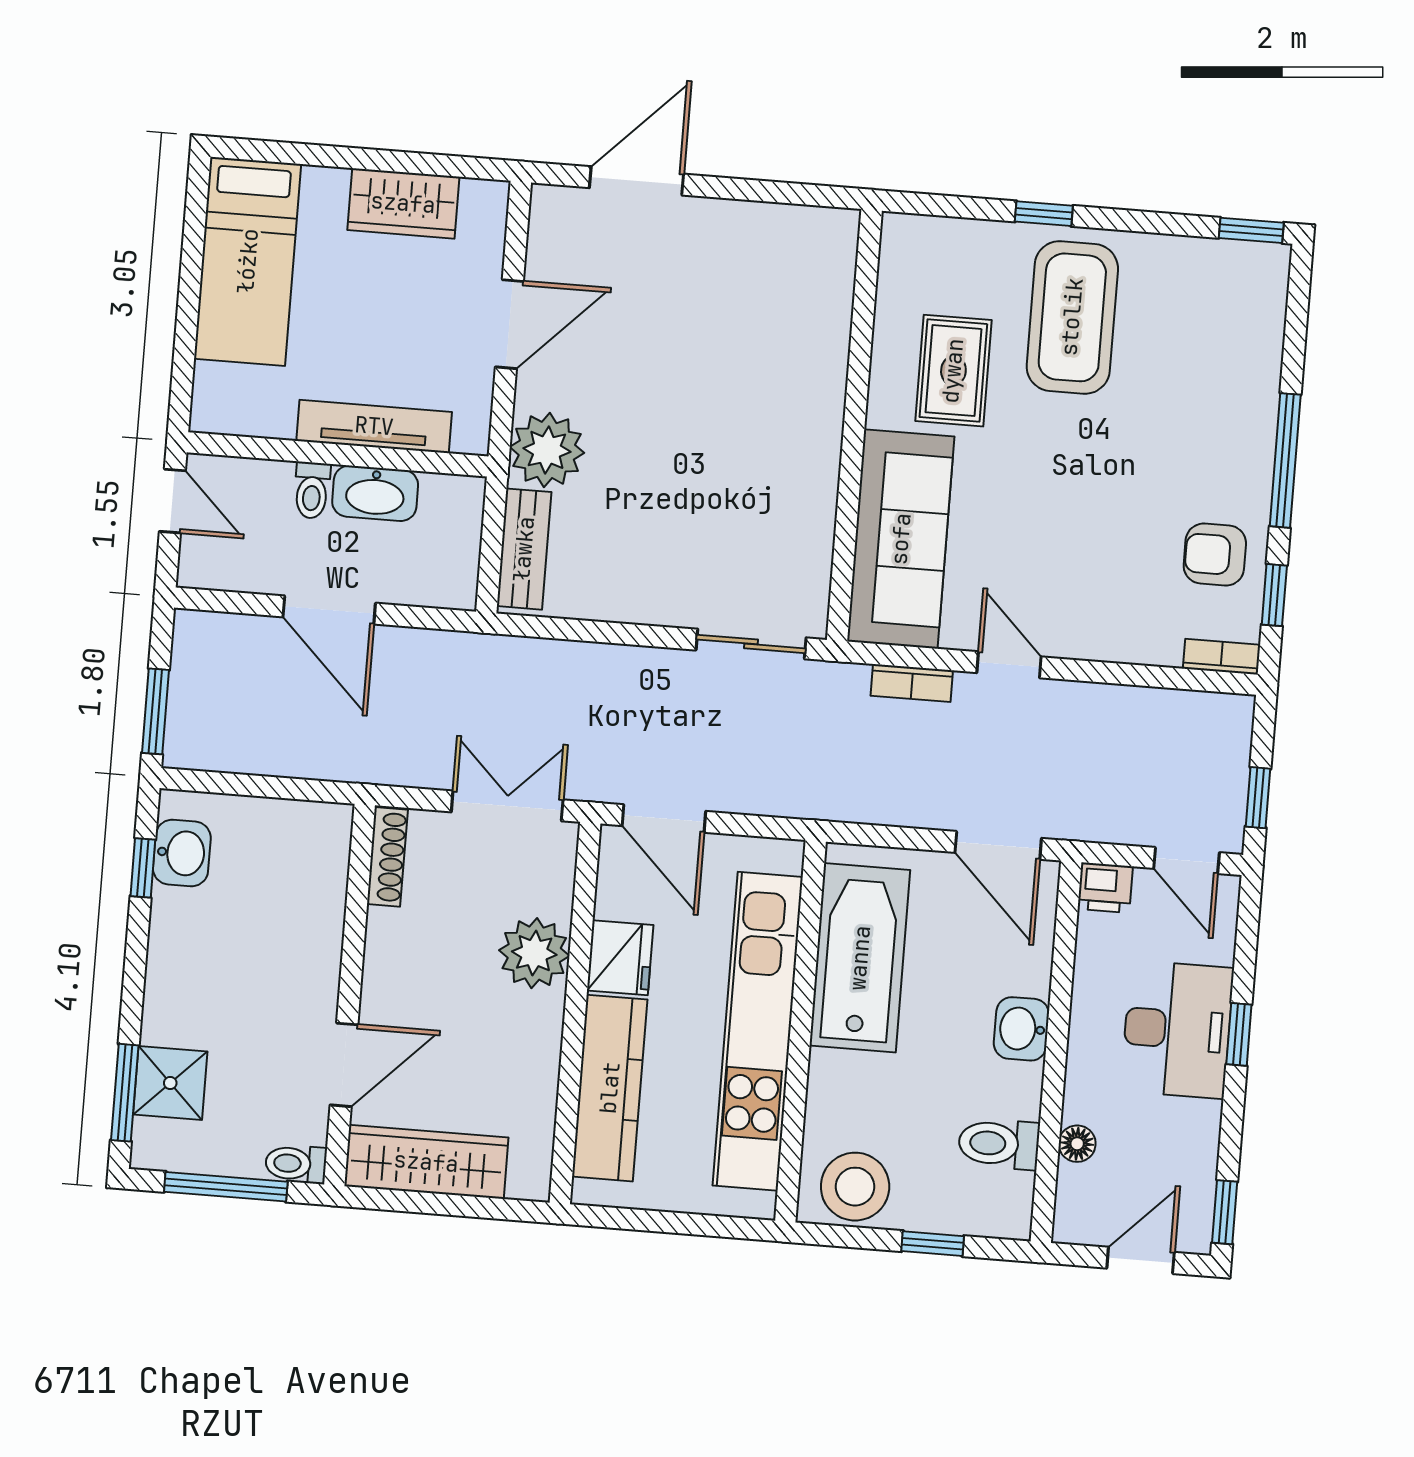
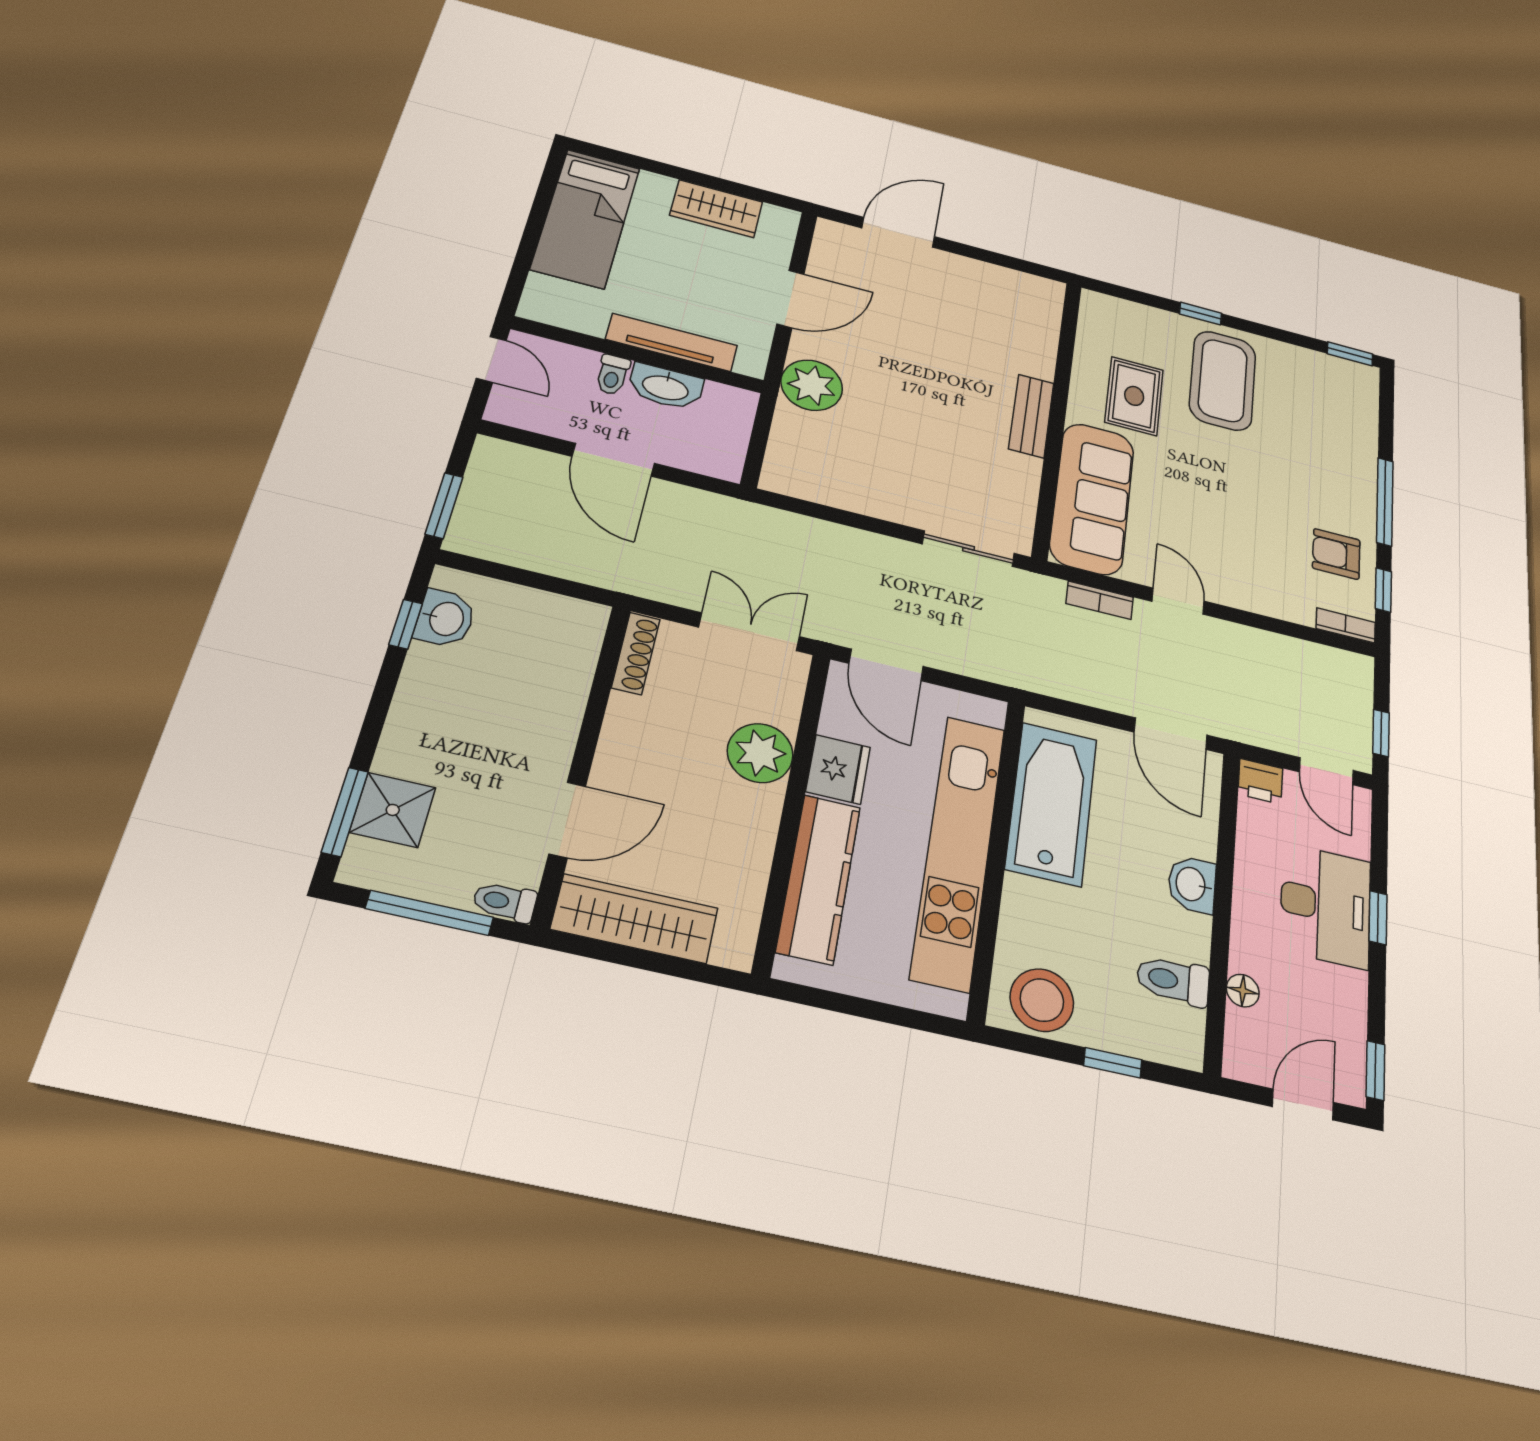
bench: (524, 549) -> (1031, 416), moved

